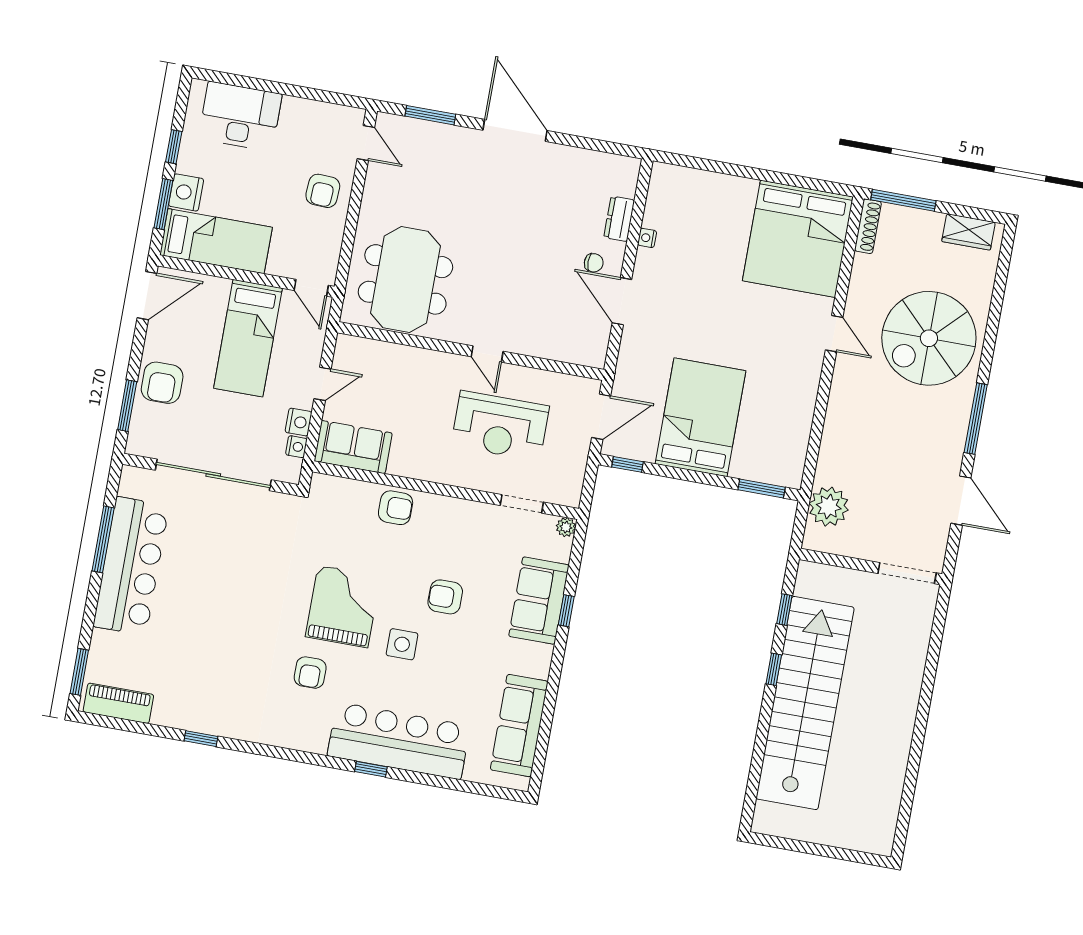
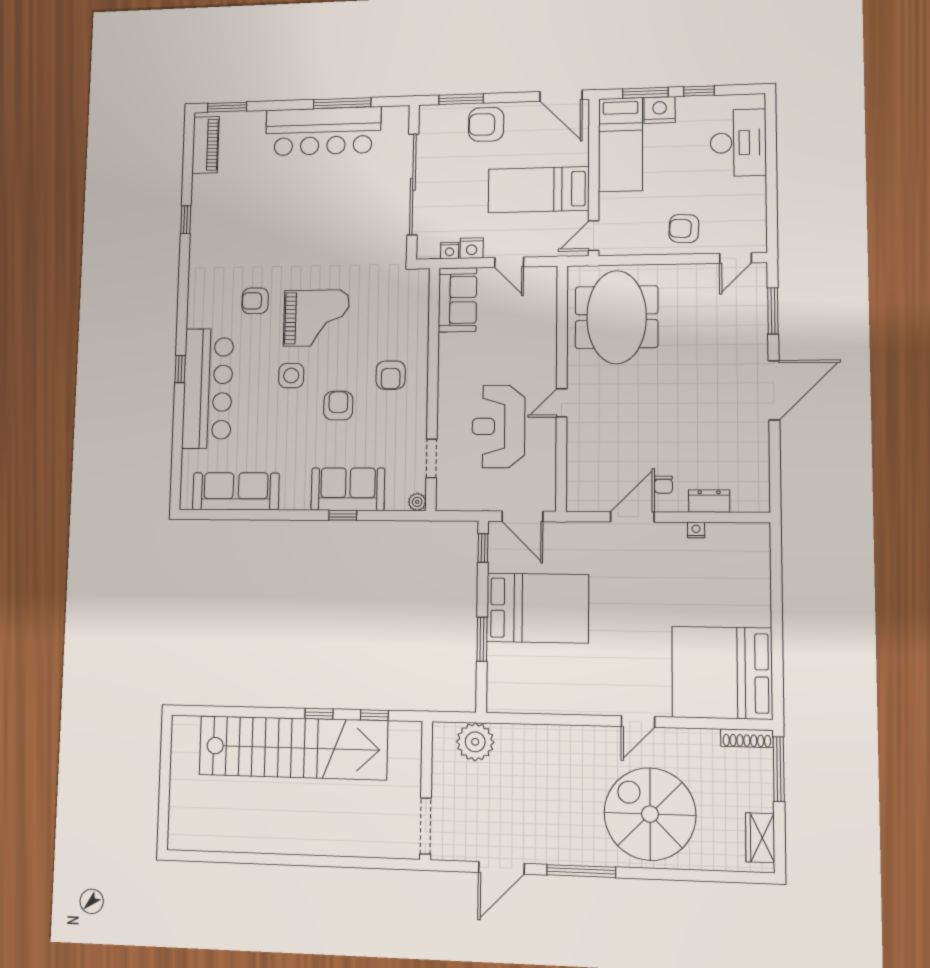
meeting table: (405, 279) -> (617, 317), turned 90
window: (762, 489) -> (482, 639), moved
armchair: (396, 508) -> (391, 375), moved

